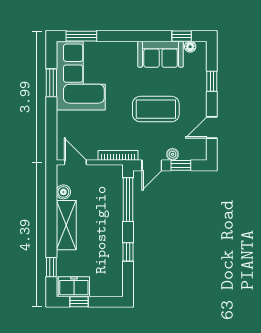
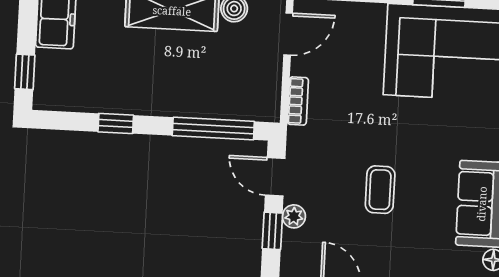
coffee table: (156, 109) -> (380, 190), width x0.54, depth x0.58
bookcase: (118, 155) -> (298, 101), width x0.64
window: (79, 302) -> (25, 72), moved

